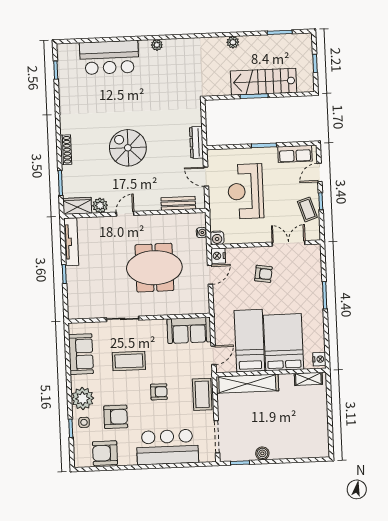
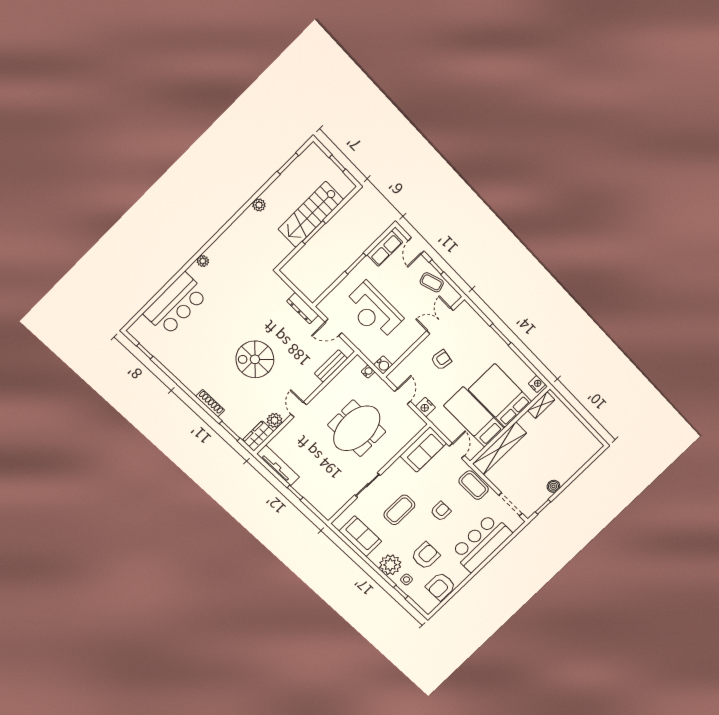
nightstand: (218, 256) -> (425, 407), moved

